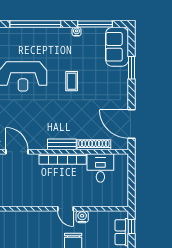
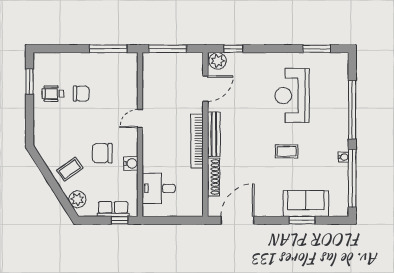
window: (95, 24) -> (352, 178), width x1.46
sofa: (117, 47) -> (306, 204), moved
bench: (62, 144) -> (214, 134), width x1.36
desk: (100, 168) -> (159, 188), moved, turned 180
door: (65, 209) -> (140, 119), moved

